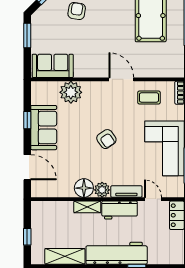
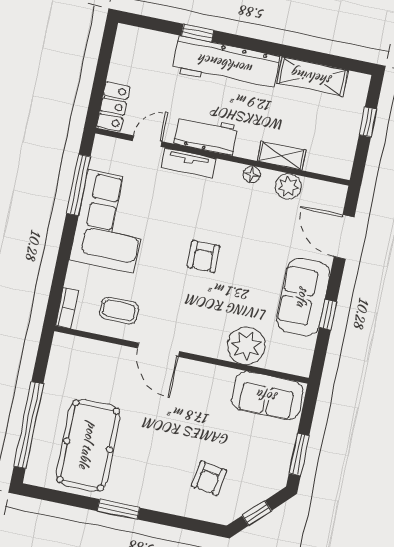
armchair: (106, 139) -> (204, 256), turned -145
floor lamp: (84, 188) -> (252, 174), width x0.53, depth x0.53
plant: (102, 190) -> (288, 186), moved
door: (153, 199) -> (147, 141), swing flipped
shelving: (87, 207) -> (281, 156), moved

